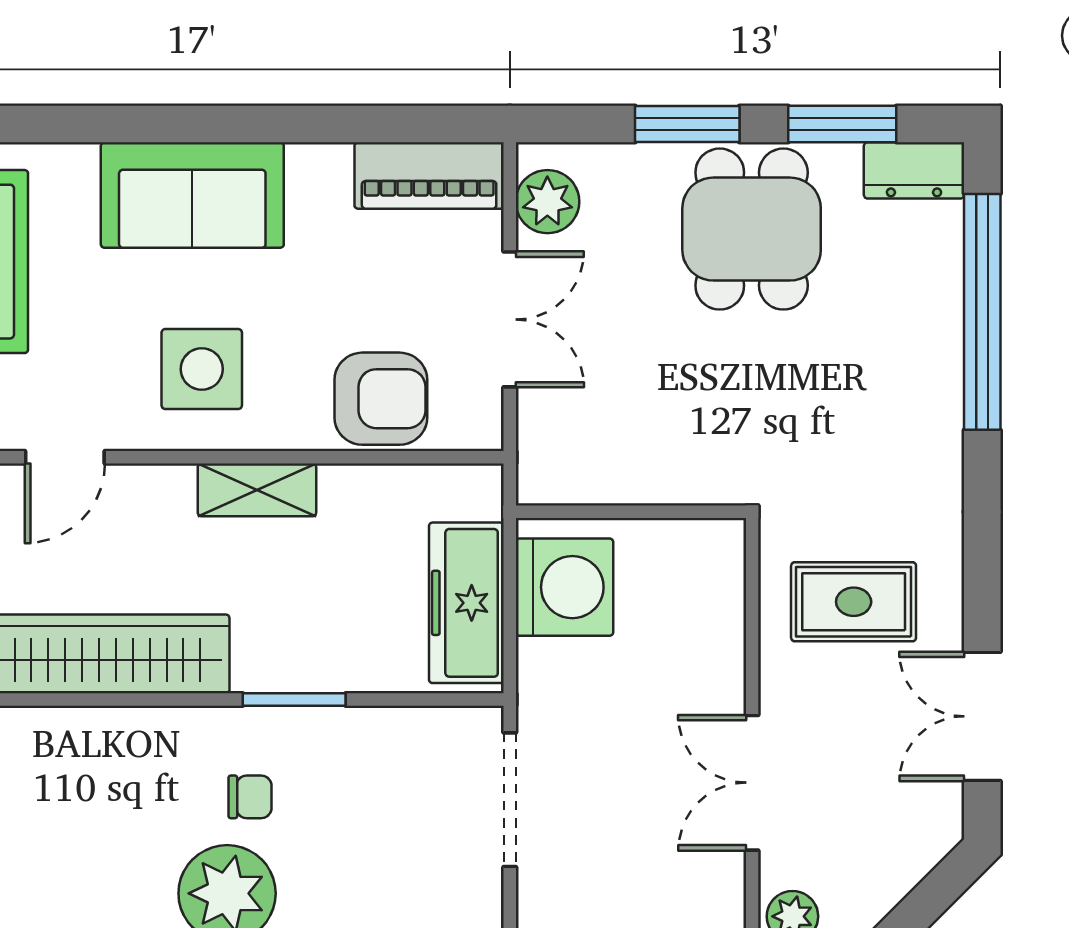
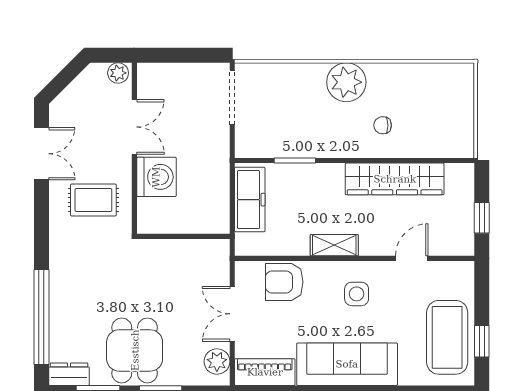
sofa: (192, 195) -> (347, 364), width x1.36
side table: (202, 369) -> (357, 294), width x0.73, depth x0.73
washing machine: (565, 587) -> (156, 177), moved, turned 180
window: (294, 700) -> (295, 161), moved
chair: (250, 797) -> (383, 125), moved
doorway: (510, 800) -> (232, 97), moved

